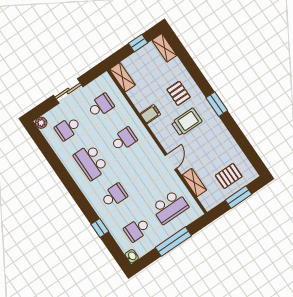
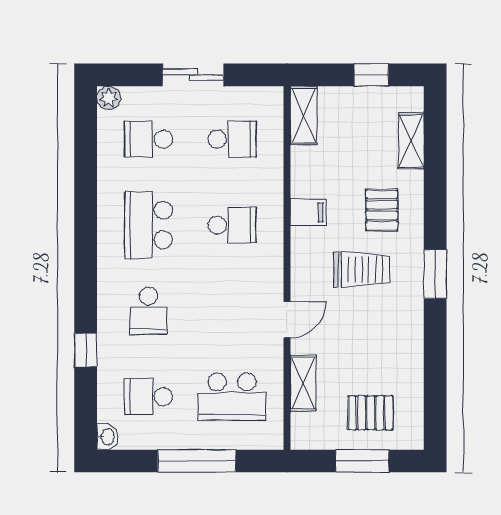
shelving: (164, 48) -> (411, 141), moved
school desk: (114, 196) -> (148, 311), turned 90

